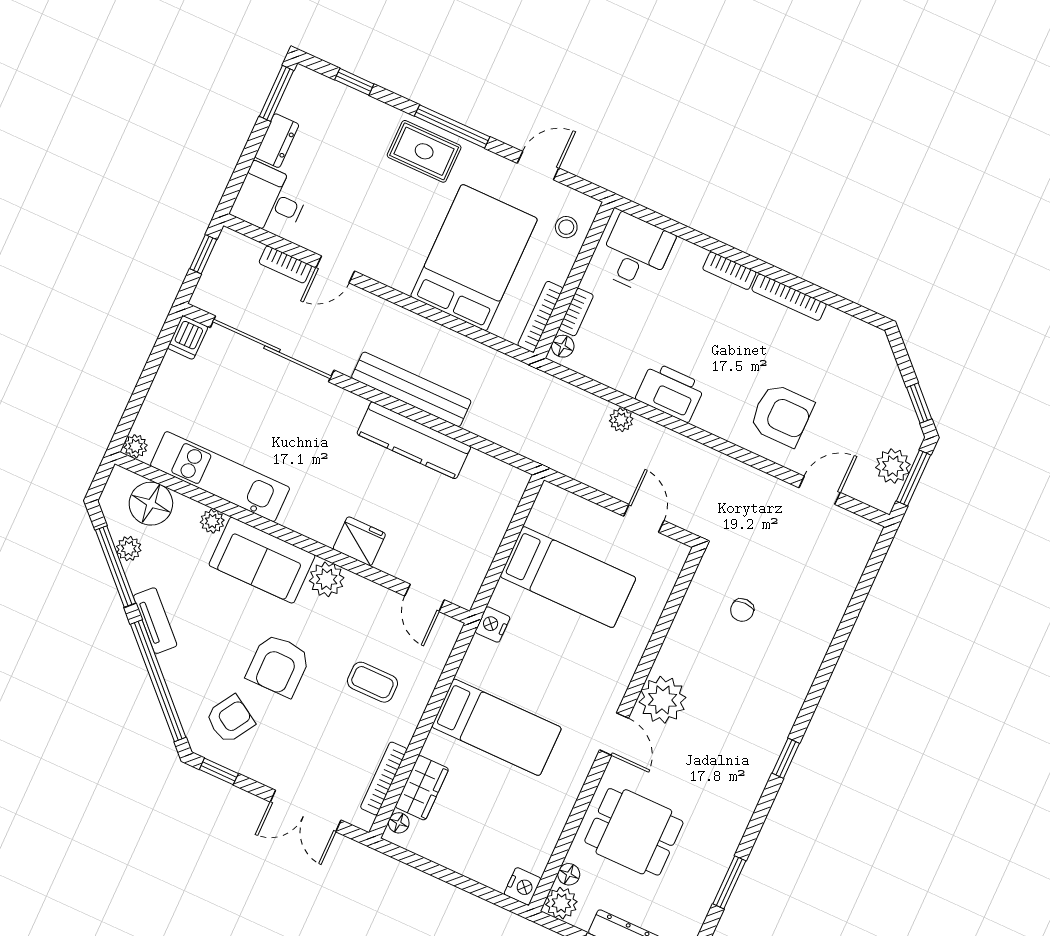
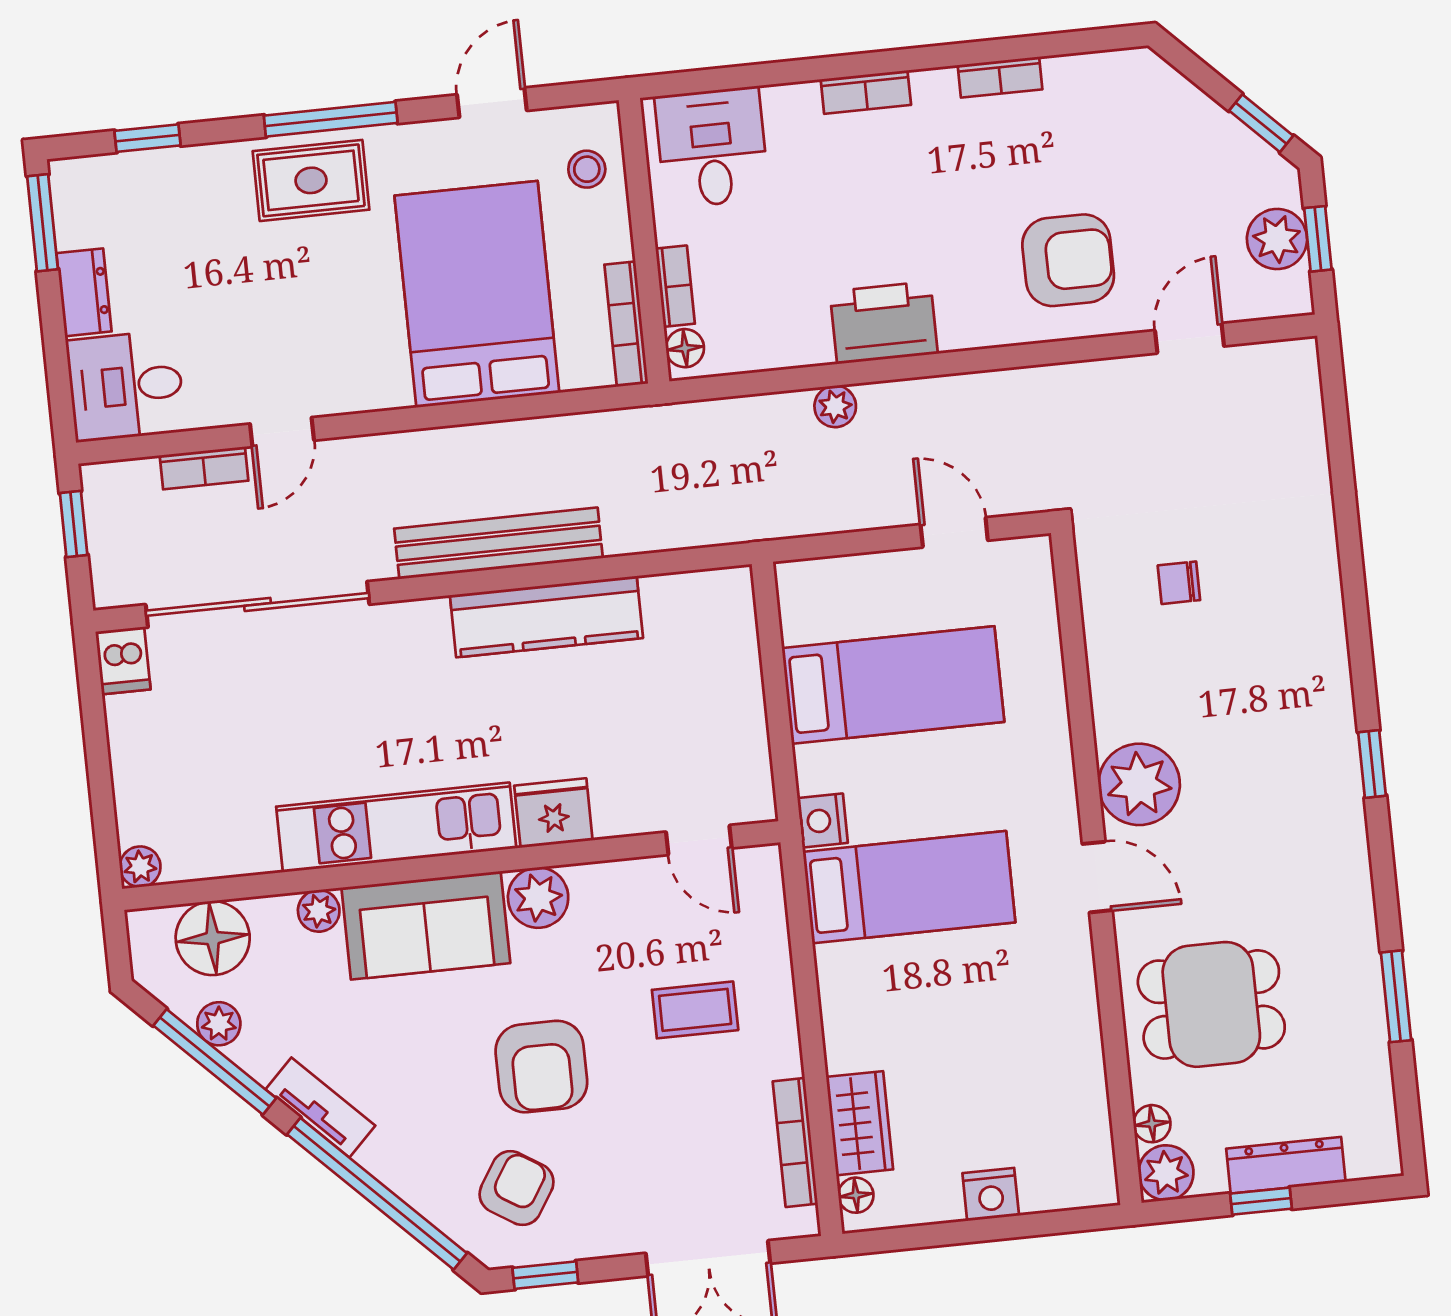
bookcase: (789, 297) -> (1000, 77), width x0.64
kitchen unit: (220, 477) -> (396, 827), moved
window: (914, 478) -> (1318, 239), width x0.67
chair: (742, 610) -> (1179, 583), turned 90
bed: (497, 727) -> (909, 887), moved
nightstand: (523, 886) -> (991, 1194), moved, turned 90

